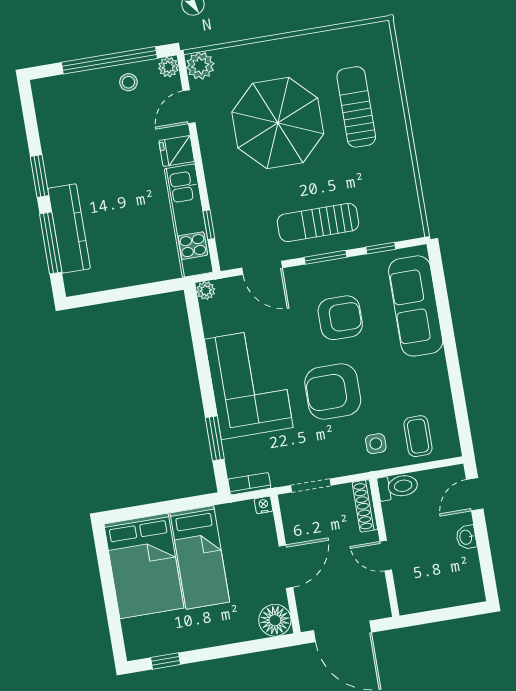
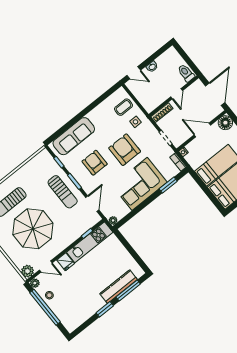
armchair: (333, 391) -> (125, 150), turned 180
toilet: (398, 487) -> (186, 73), moved

